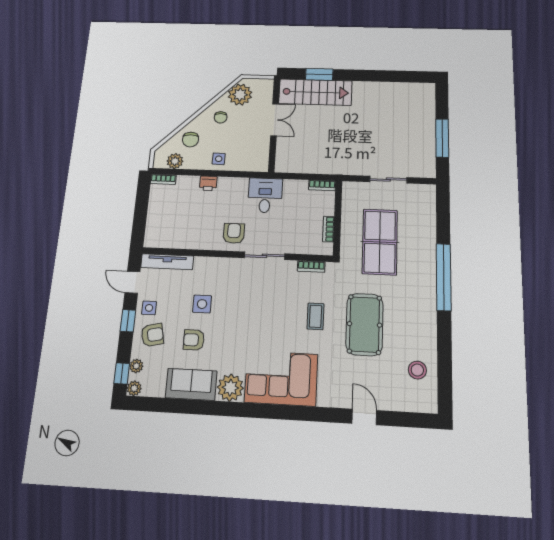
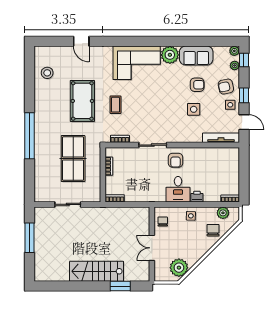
stairs: (315, 92) -> (97, 271), moved
chair: (221, 117) -> (163, 222), moved
desk: (265, 195) -> (178, 189), moved

